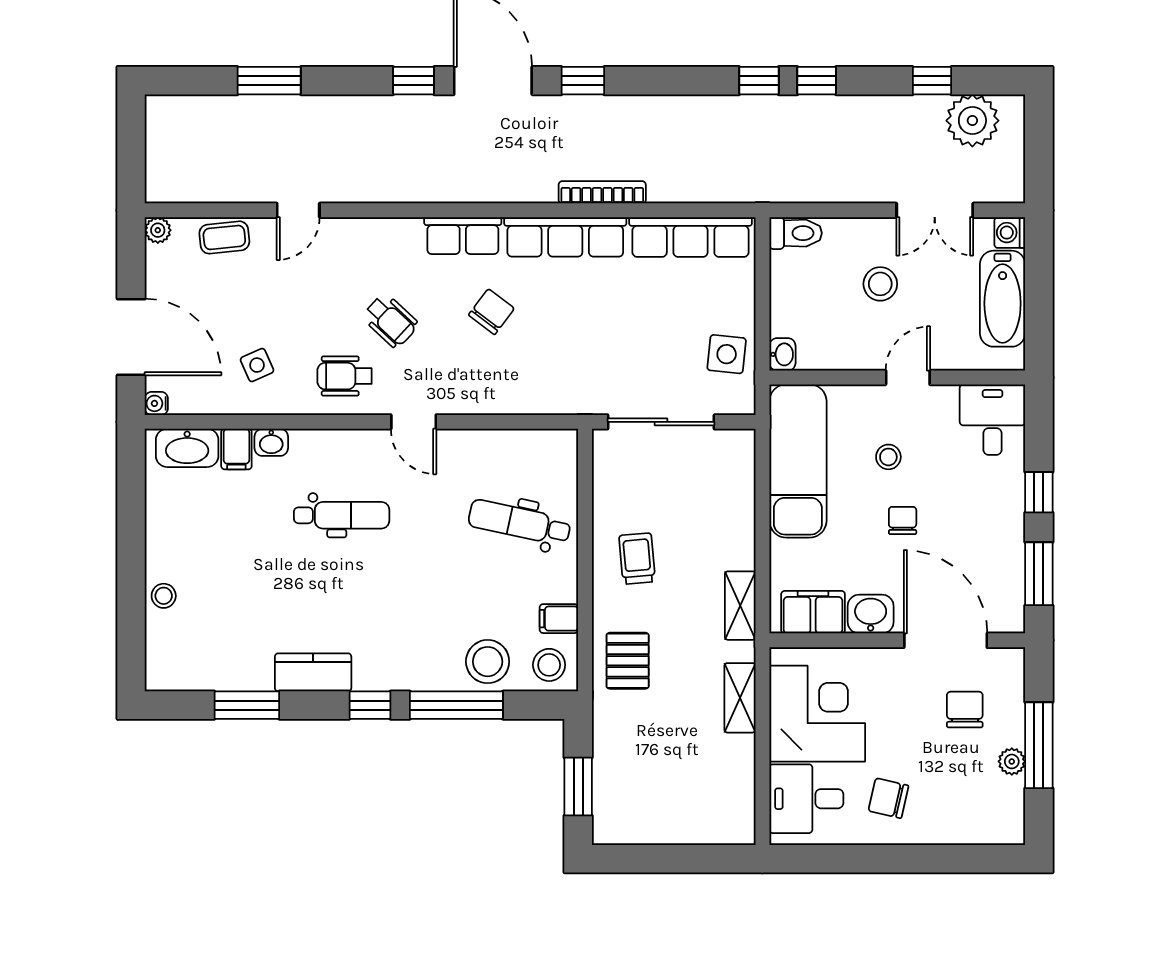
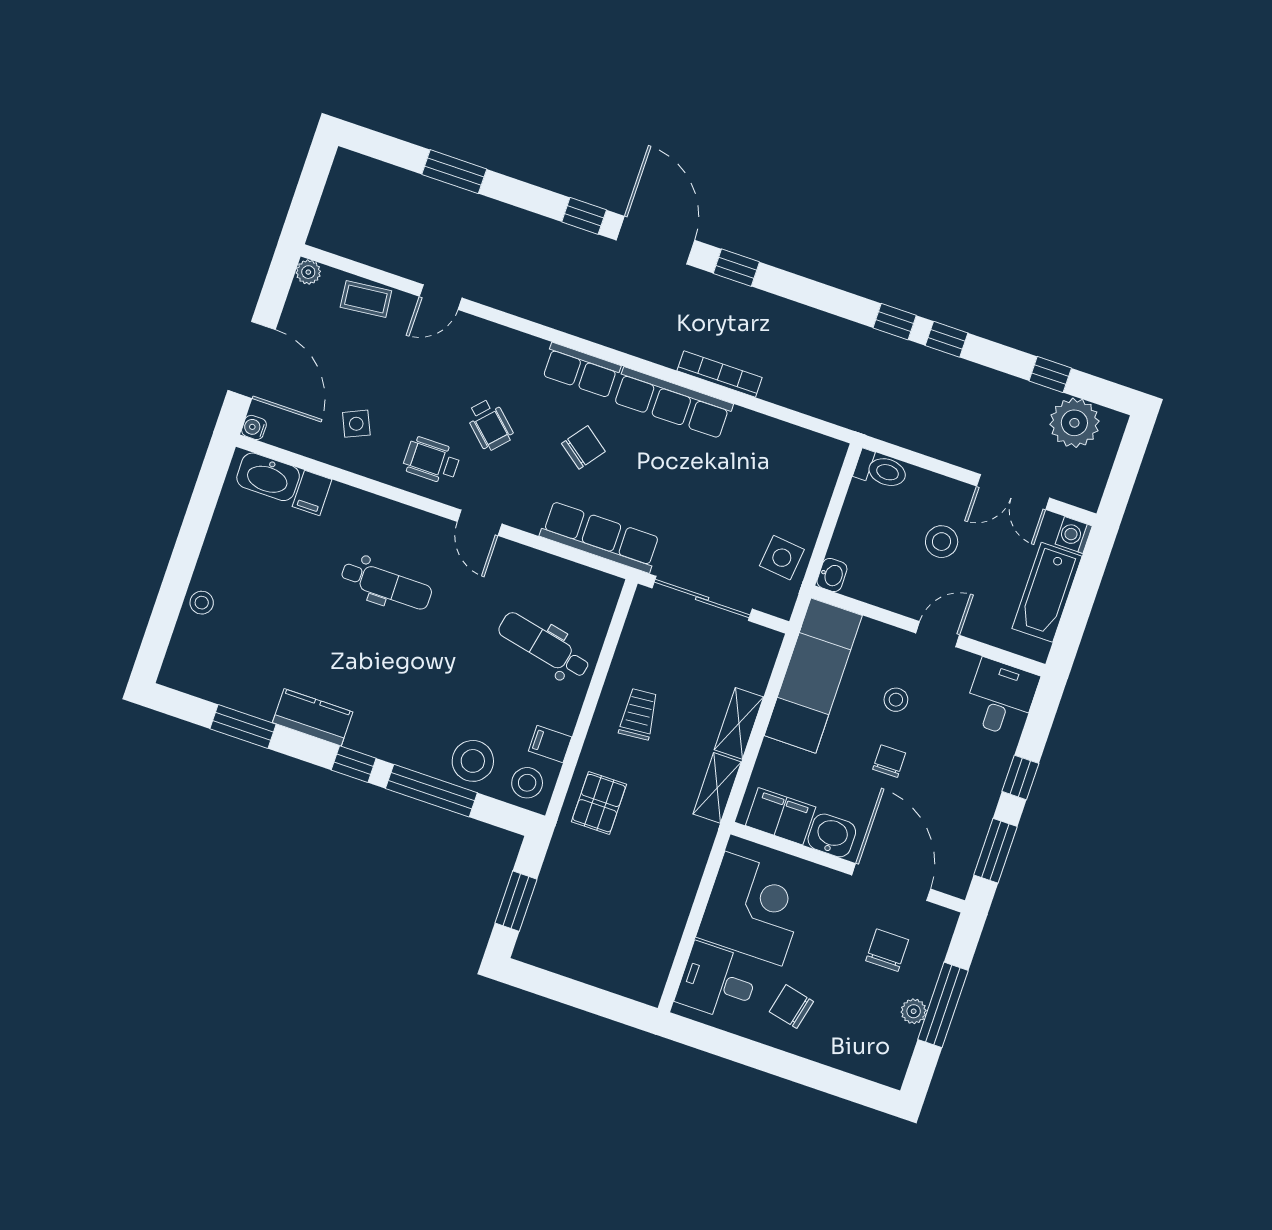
row of seats: (691, 237) -> (600, 537), moved, turned 180
washbasin: (271, 442) -> (345, 498), removed
shelving: (740, 698) -> (739, 723), moved

